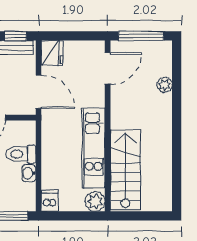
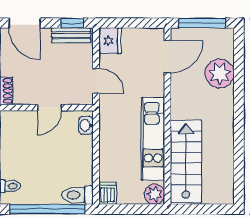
plant: (165, 85) -> (220, 74), width x1.88, depth x1.88
door: (39, 92) -> (96, 81), width x0.73
toilet: (21, 154) -> (78, 195), moved
washbasin: (29, 173) -> (86, 125), moved

